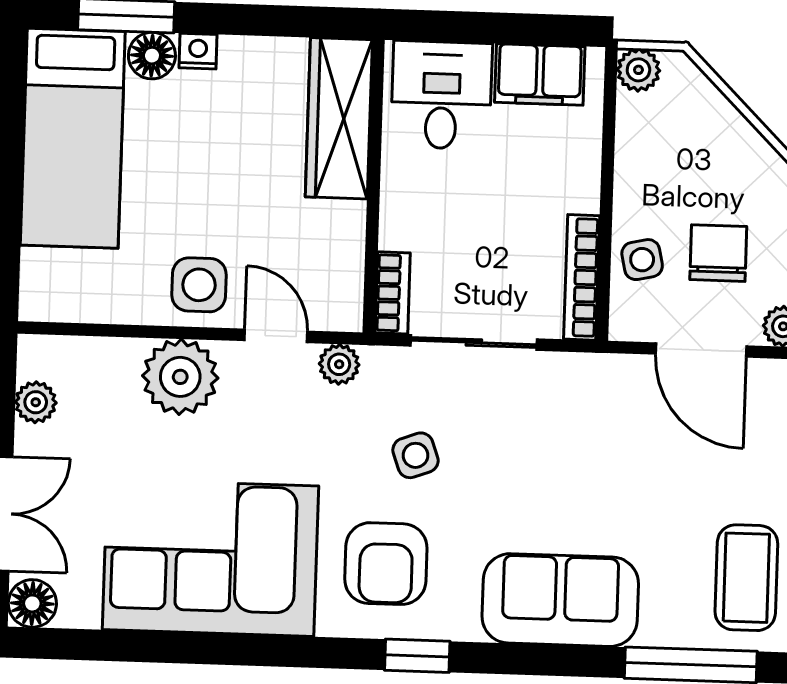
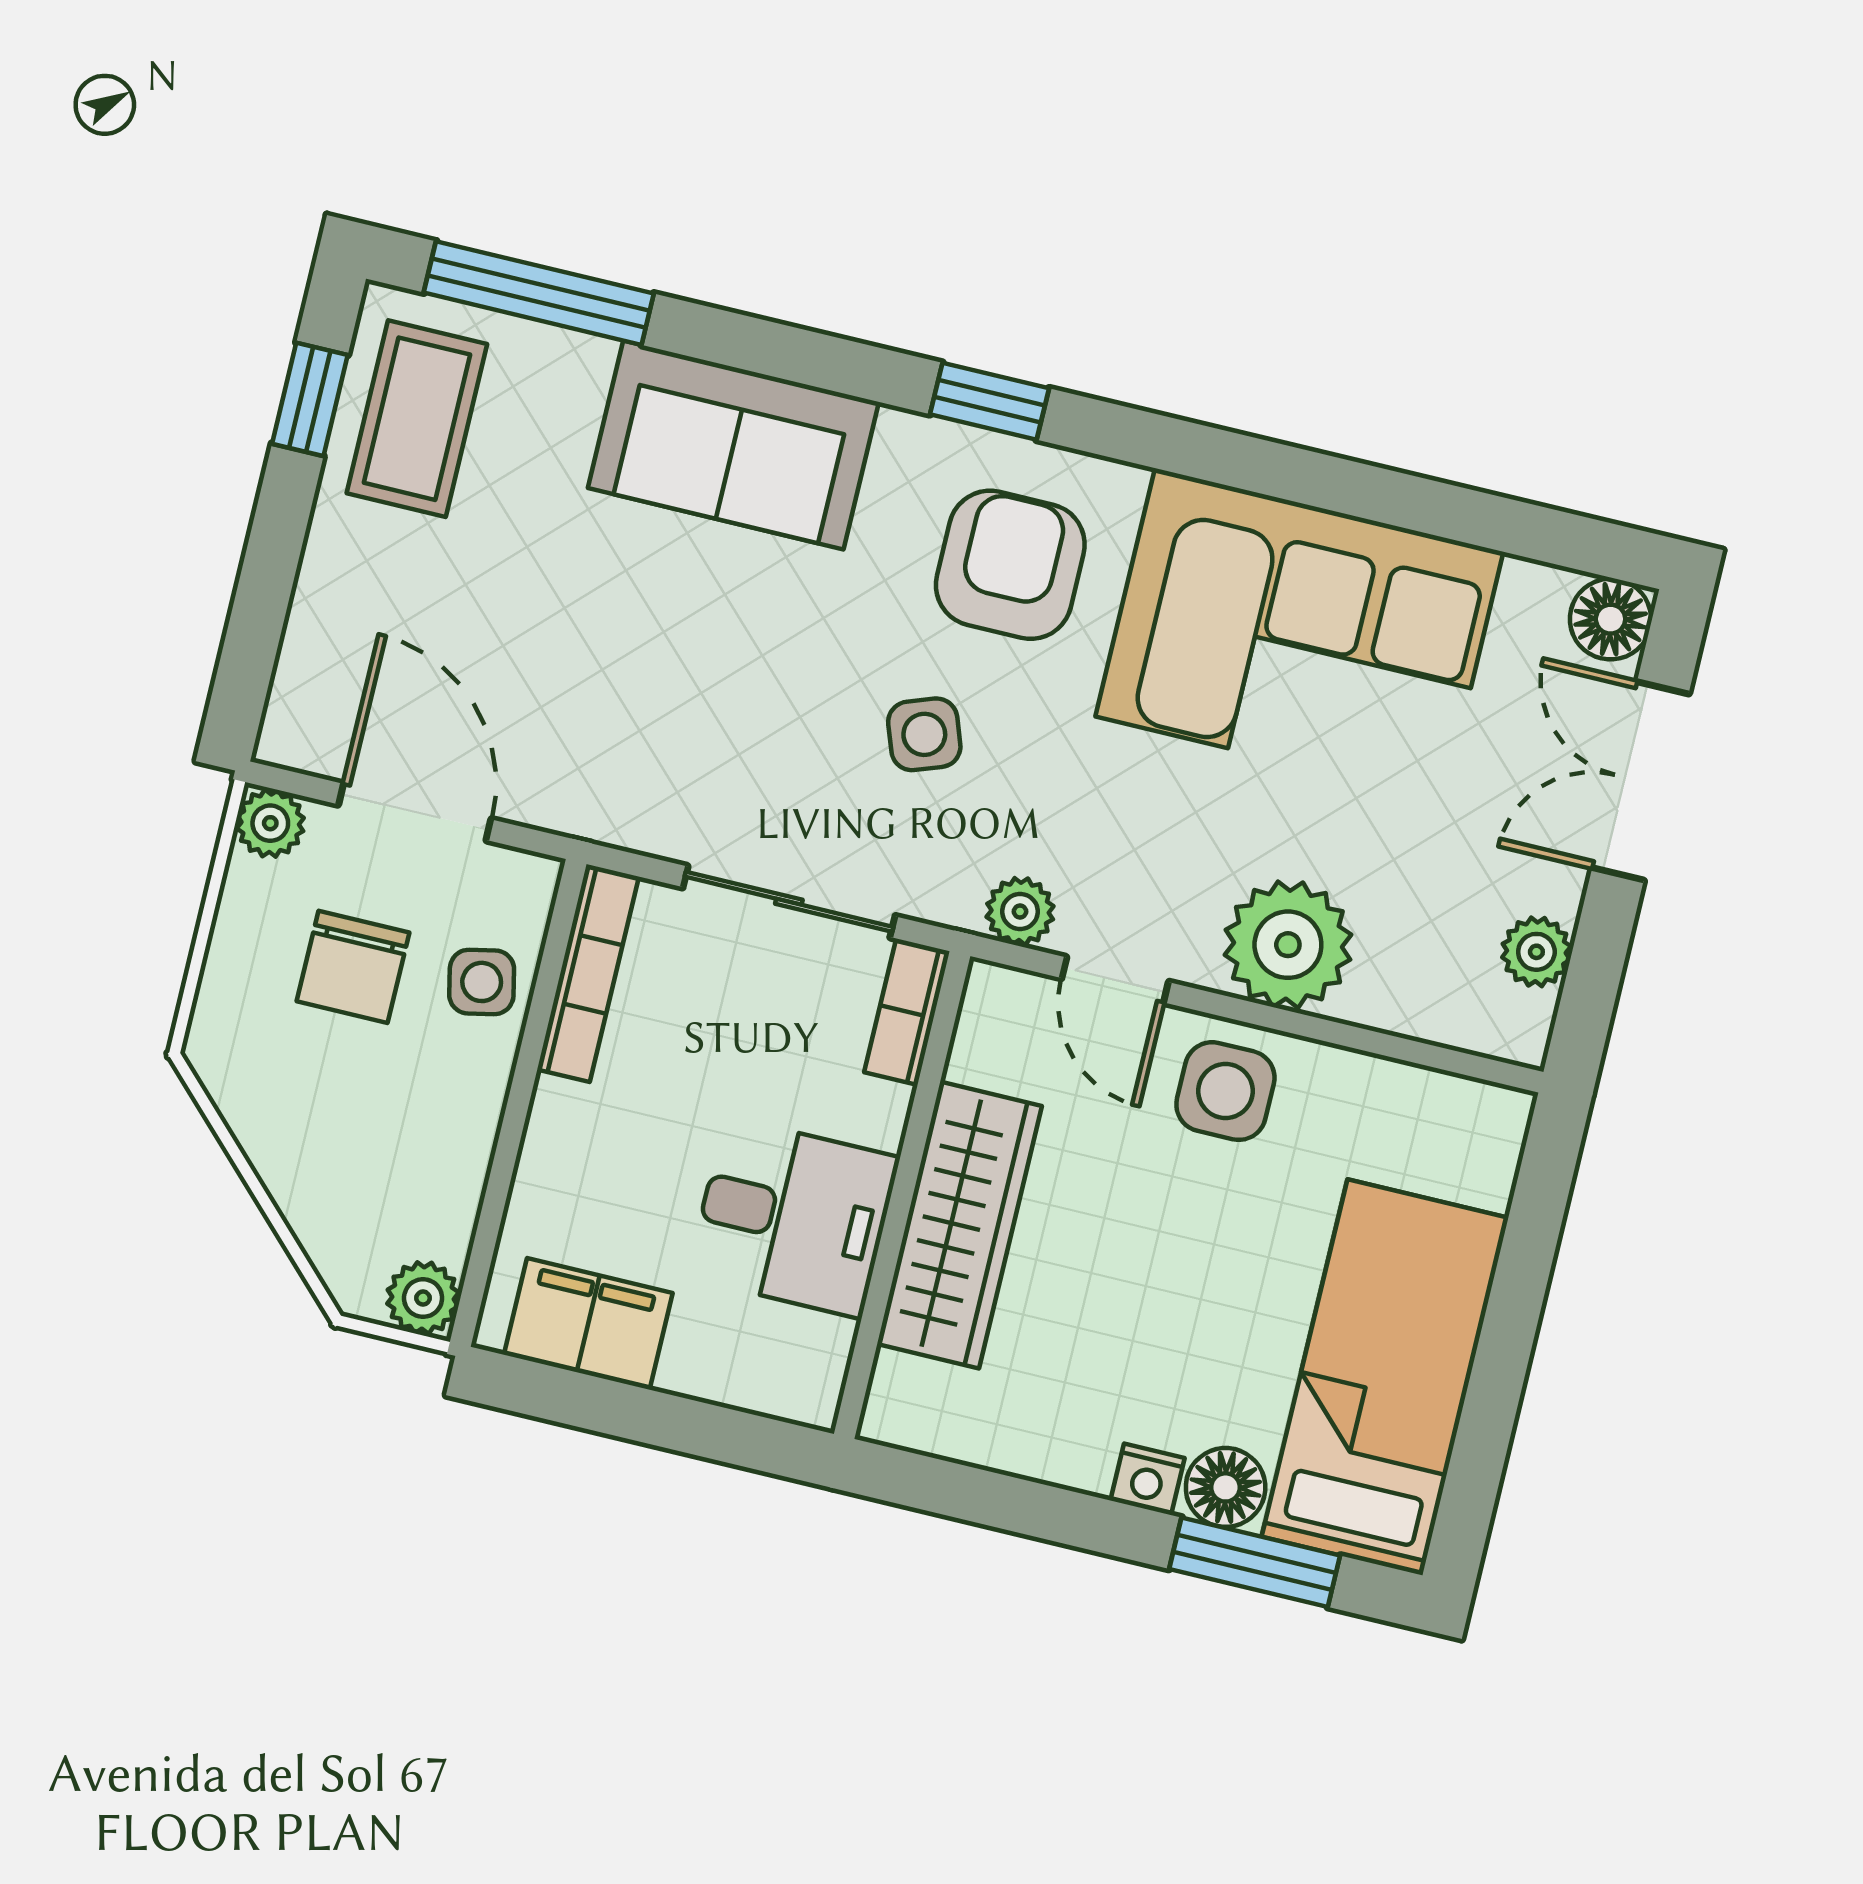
desk: (441, 95) -> (793, 1217), moved, turned -90
wardrobe: (339, 118) -> (959, 1225), moved

